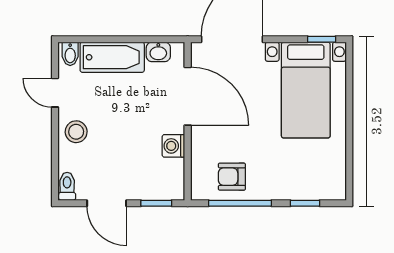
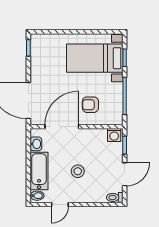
bed with nightstands: (306, 90) -> (95, 58), moved, turned 180
stool: (76, 132) -> (78, 171), moved
washing machine: (173, 146) -> (114, 135), moved
armchair: (232, 177) -> (90, 105), moved, turned 90

